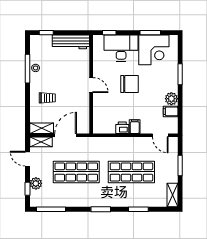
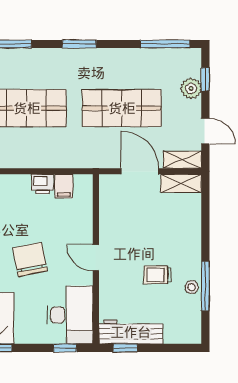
window: (46, 33) -> (125, 348), moved
desk: (121, 48) -> (70, 315), moved, turned -90
chair: (129, 84) -> (30, 259), turned 79
trolley: (47, 98) -> (158, 275), moved
filing cabinet: (135, 127) -> (64, 186), moved
door: (66, 135) -> (140, 171), swing flipped

